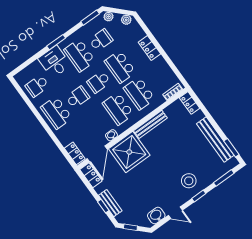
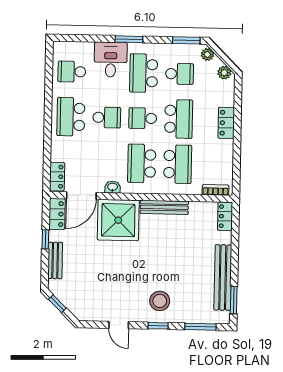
school desk: (120, 67) -> (179, 119), turned 180
school desk: (139, 93) -> (178, 164), turned 180
window: (103, 206) -> (45, 239), moved
washbasin: (156, 216) -> (95, 312), removed

